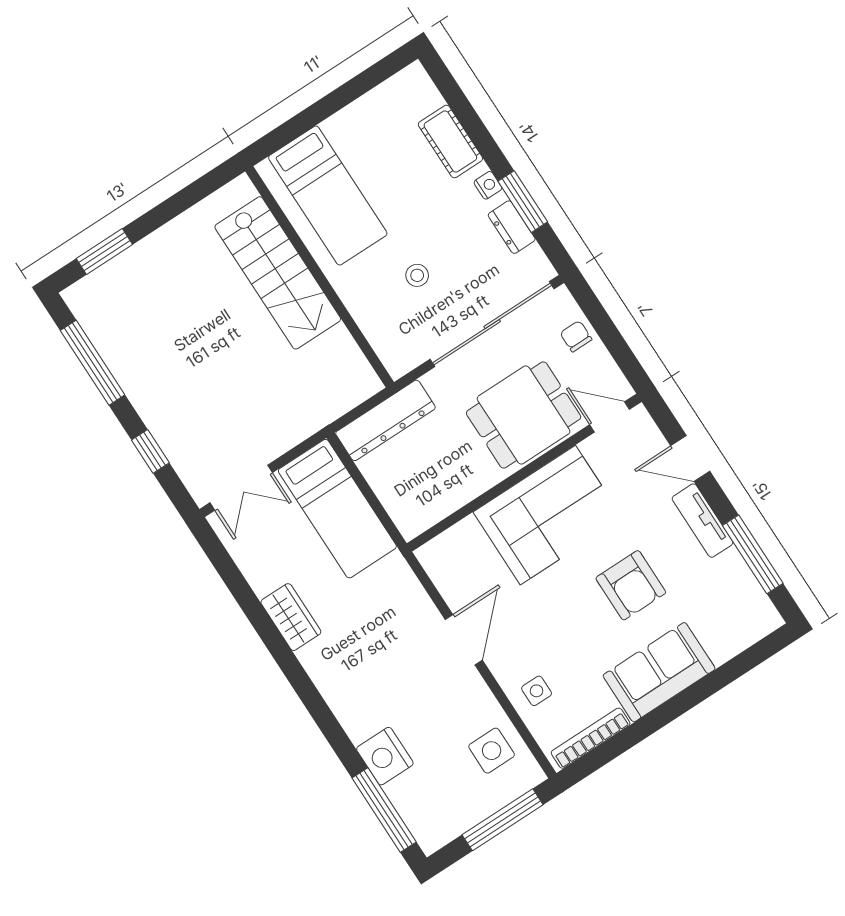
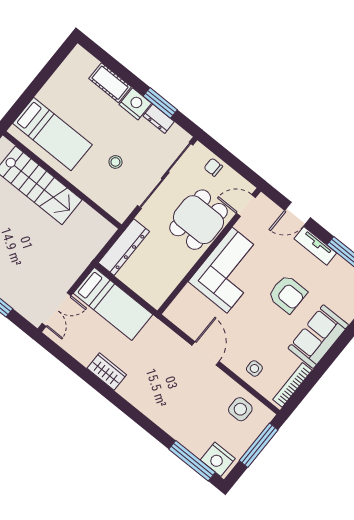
nightstand: (488, 185) -> (135, 104), width x1.89, depth x1.79
nightstand: (385, 756) -> (218, 459), moved

